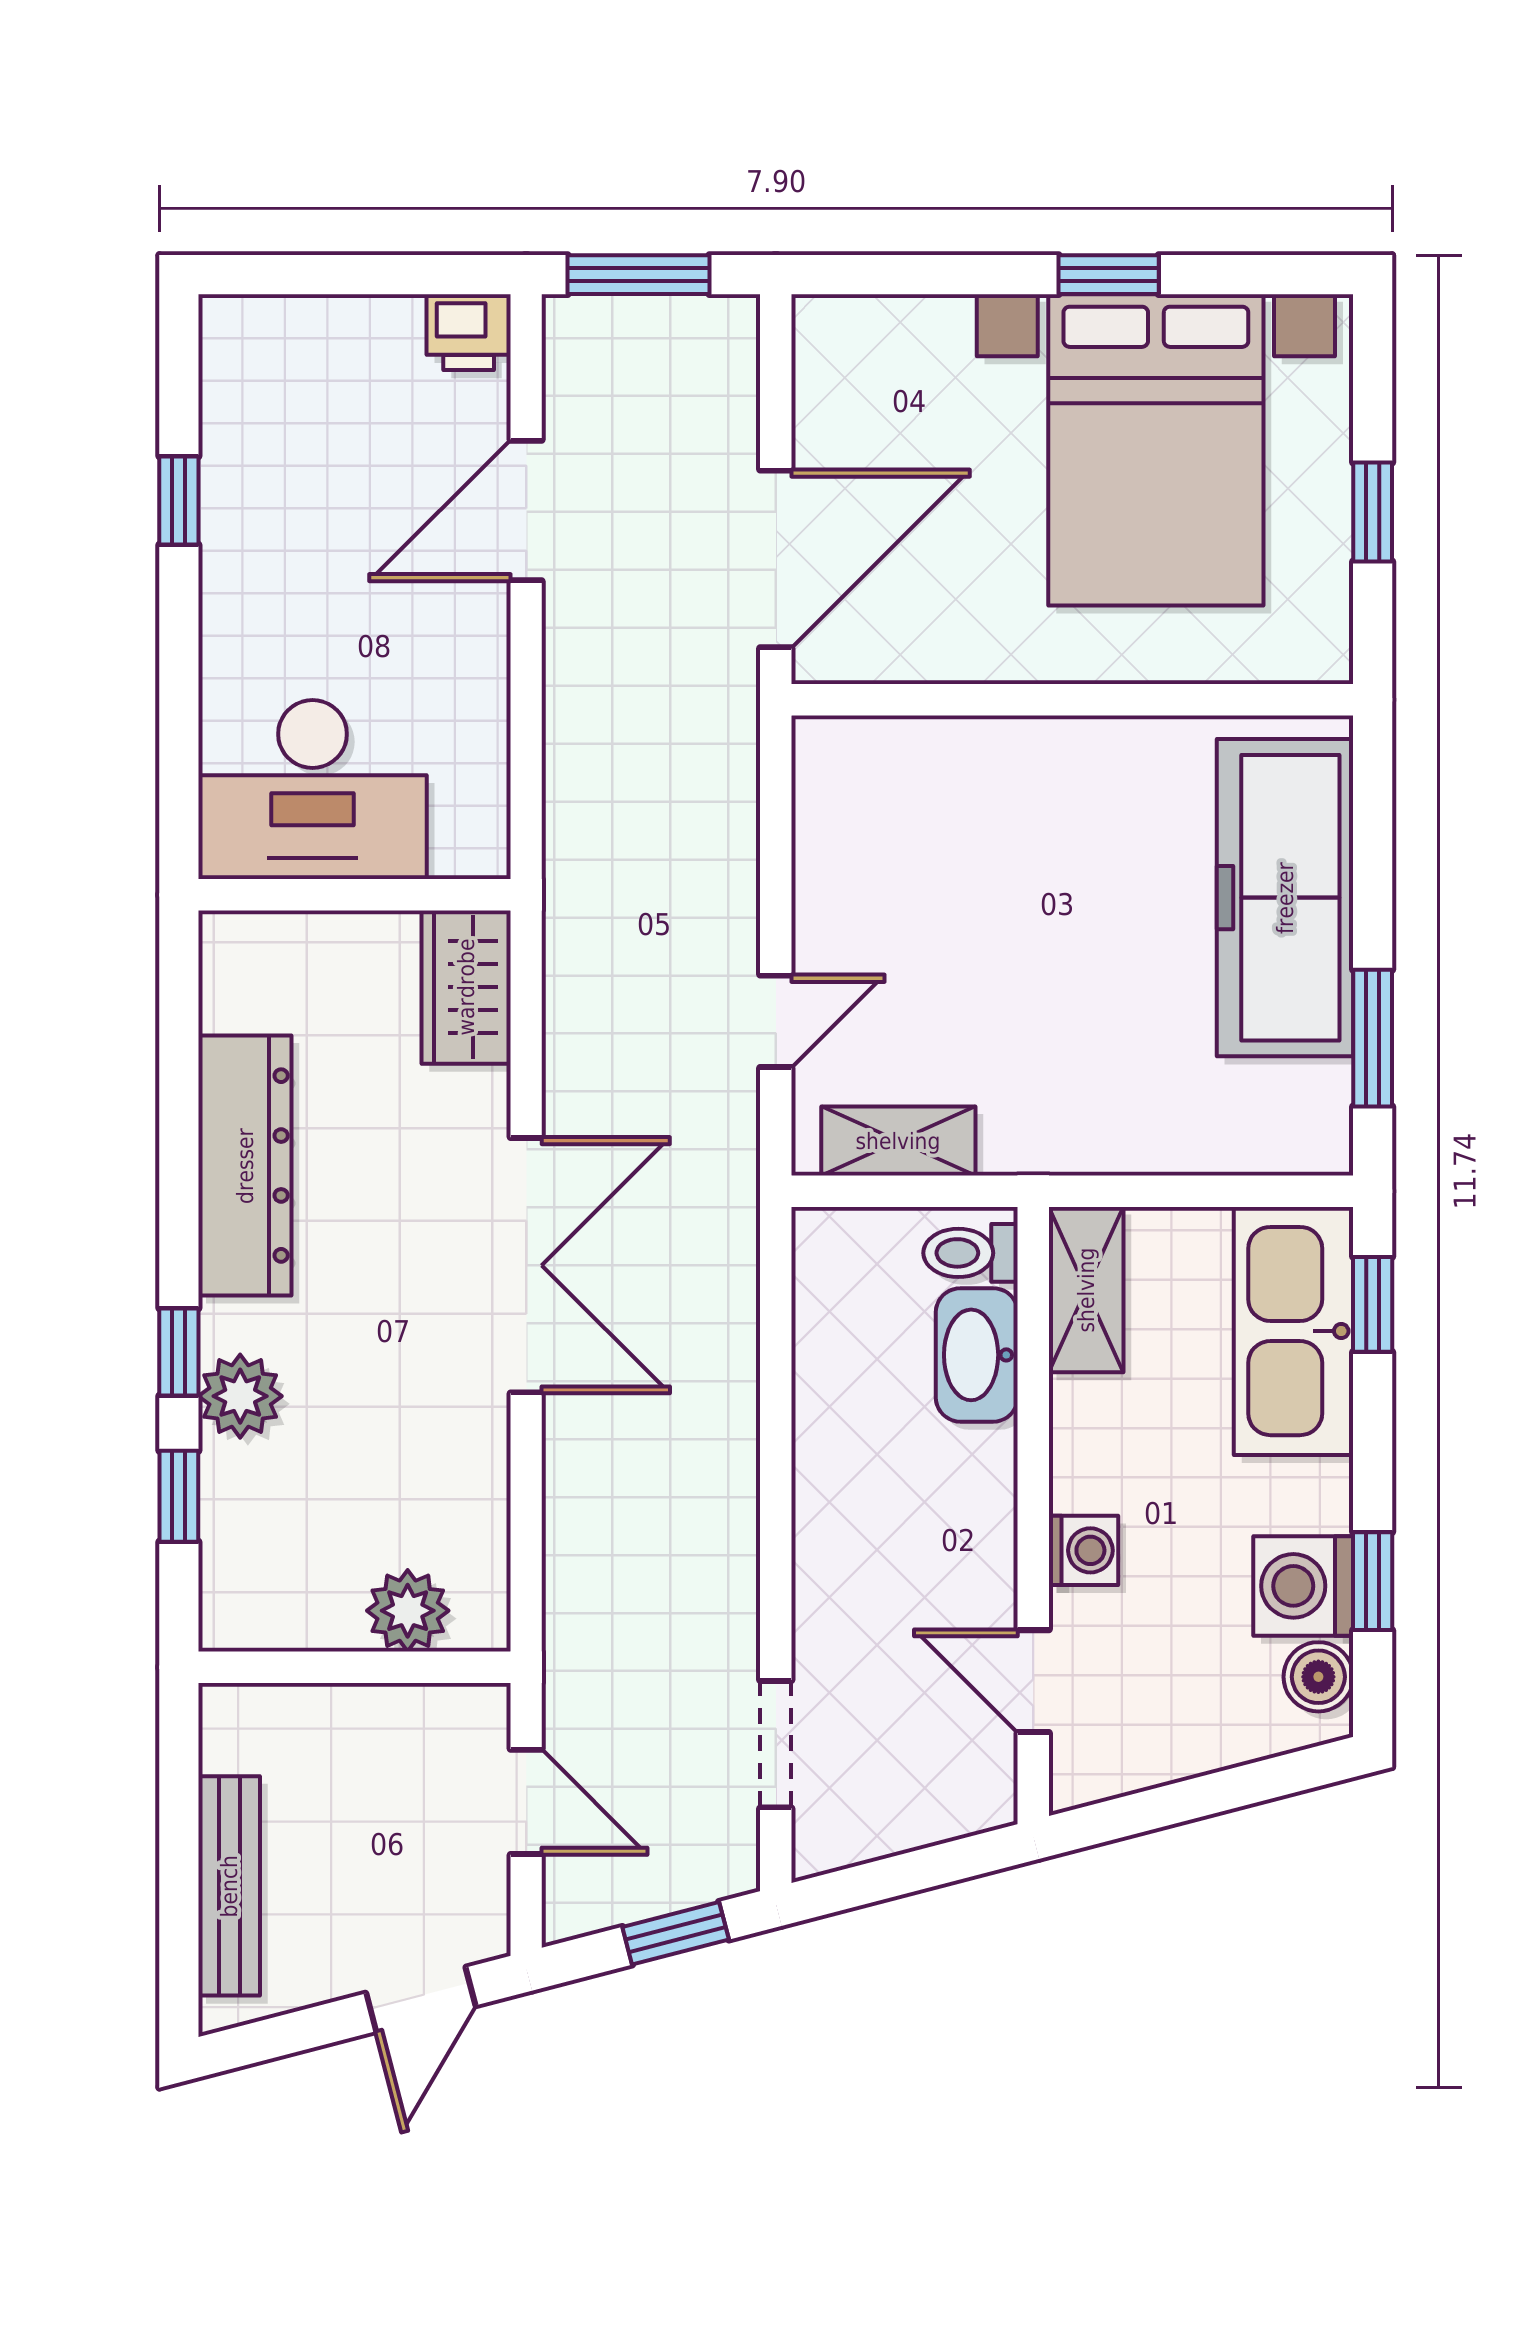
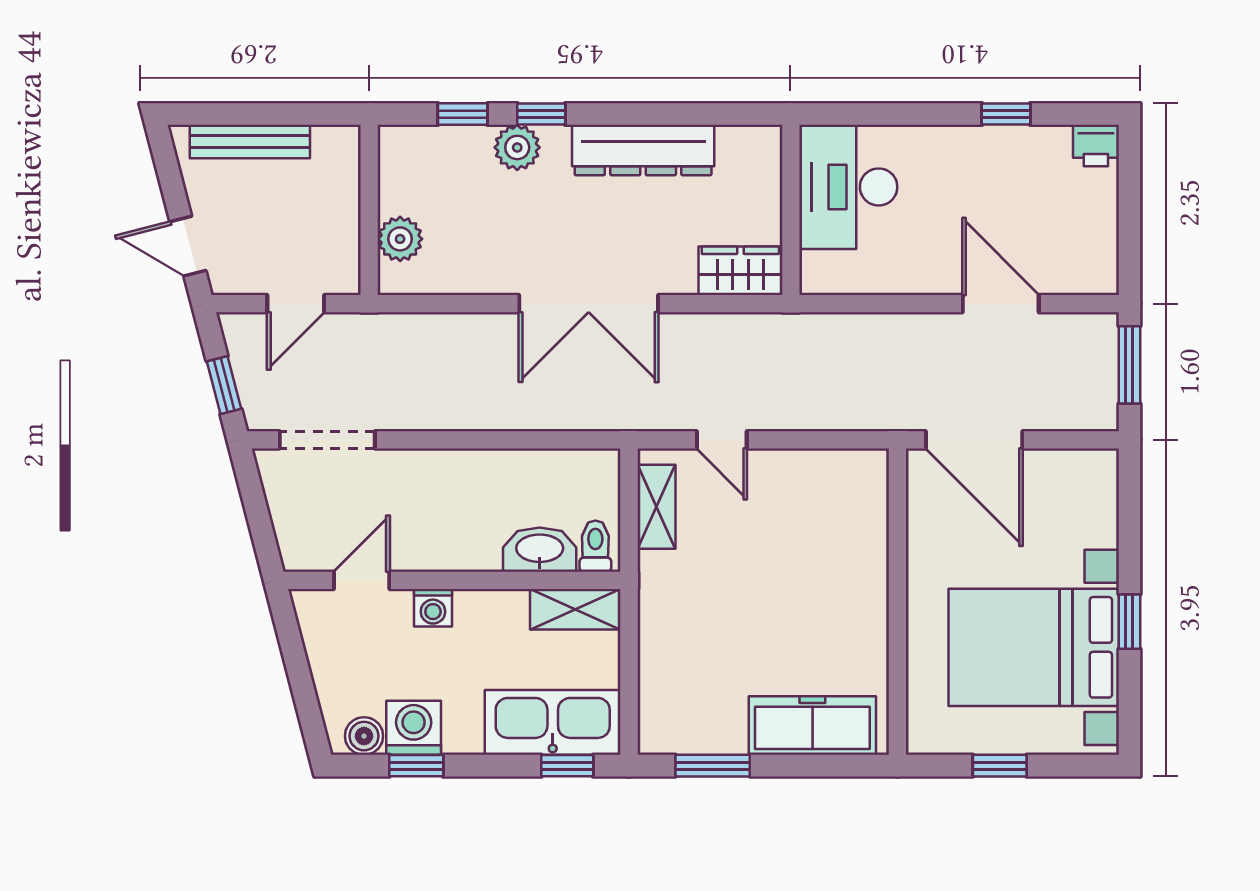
printer: (469, 332) -> (1096, 145), moved, turned -90
freezer: (1285, 898) -> (812, 725), width x0.73, depth x0.79
doorway: (776, 1744) -> (327, 440), width x1.38

